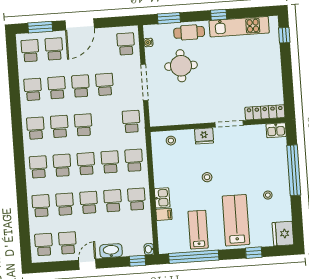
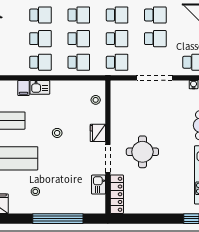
round table: (181, 66) -> (142, 152), moved
school desk: (107, 123) -> (117, 39), added
kitchen sink: (276, 130) -> (99, 185), moved

